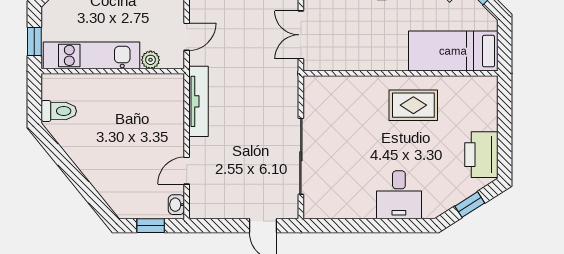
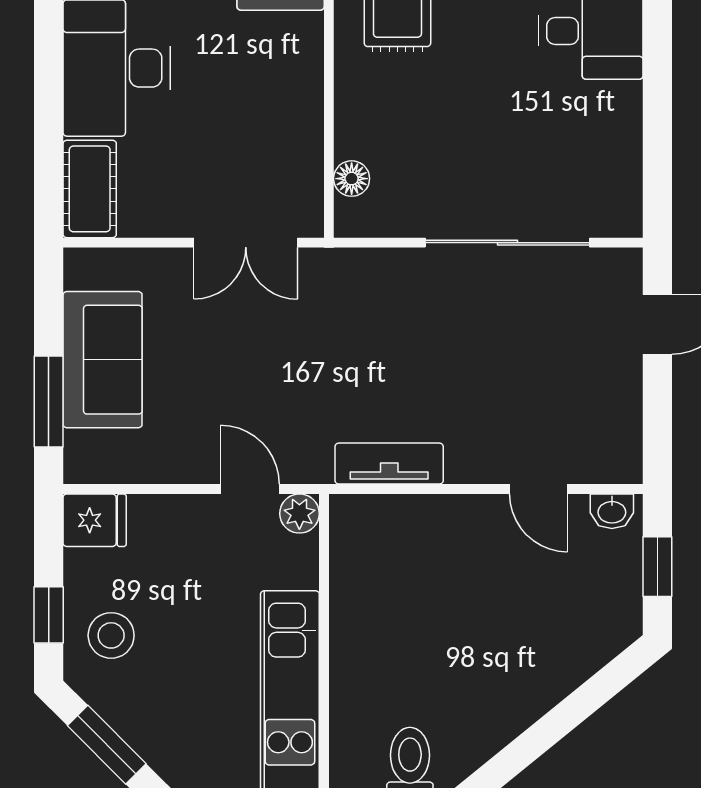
plant: (151, 60) -> (299, 514), moved
floor lamp: (331, 84) -> (352, 179), added
tv unit: (198, 101) -> (389, 464), width x0.71

